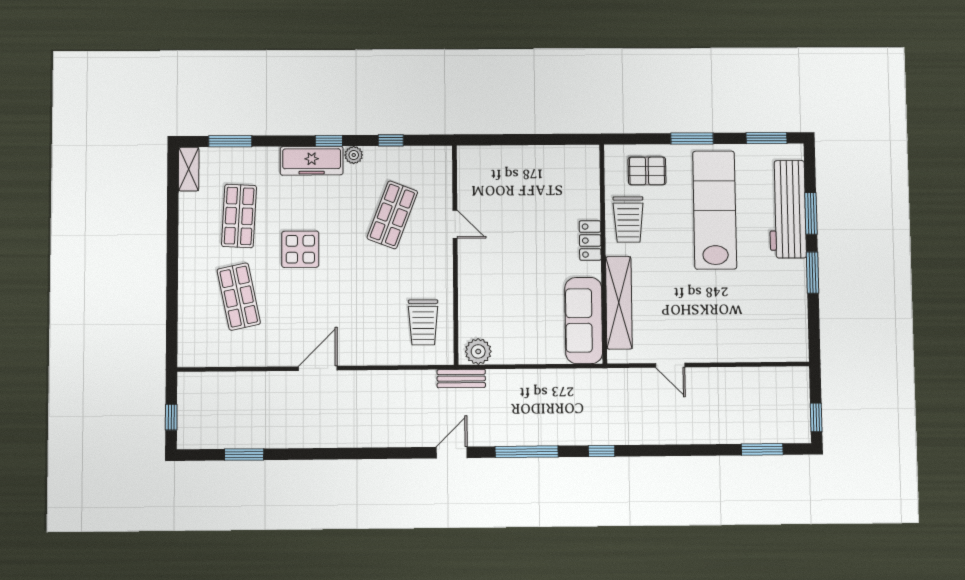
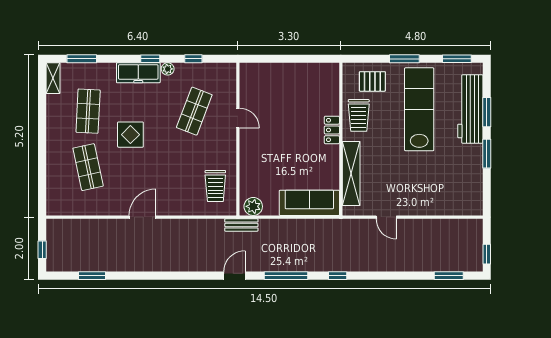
sofa: (584, 320) -> (309, 203), moved, turned 90

